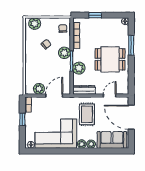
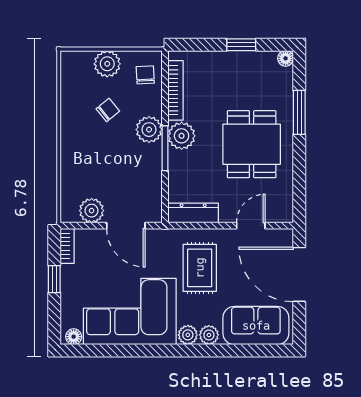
window: (95, 15) -> (241, 45), moved
plant: (35, 24) -> (107, 64), moved
dining table: (110, 59) -> (252, 144), turned 90
plant: (79, 68) -> (182, 136), moved
door: (54, 96) -> (126, 226), swing flipped

